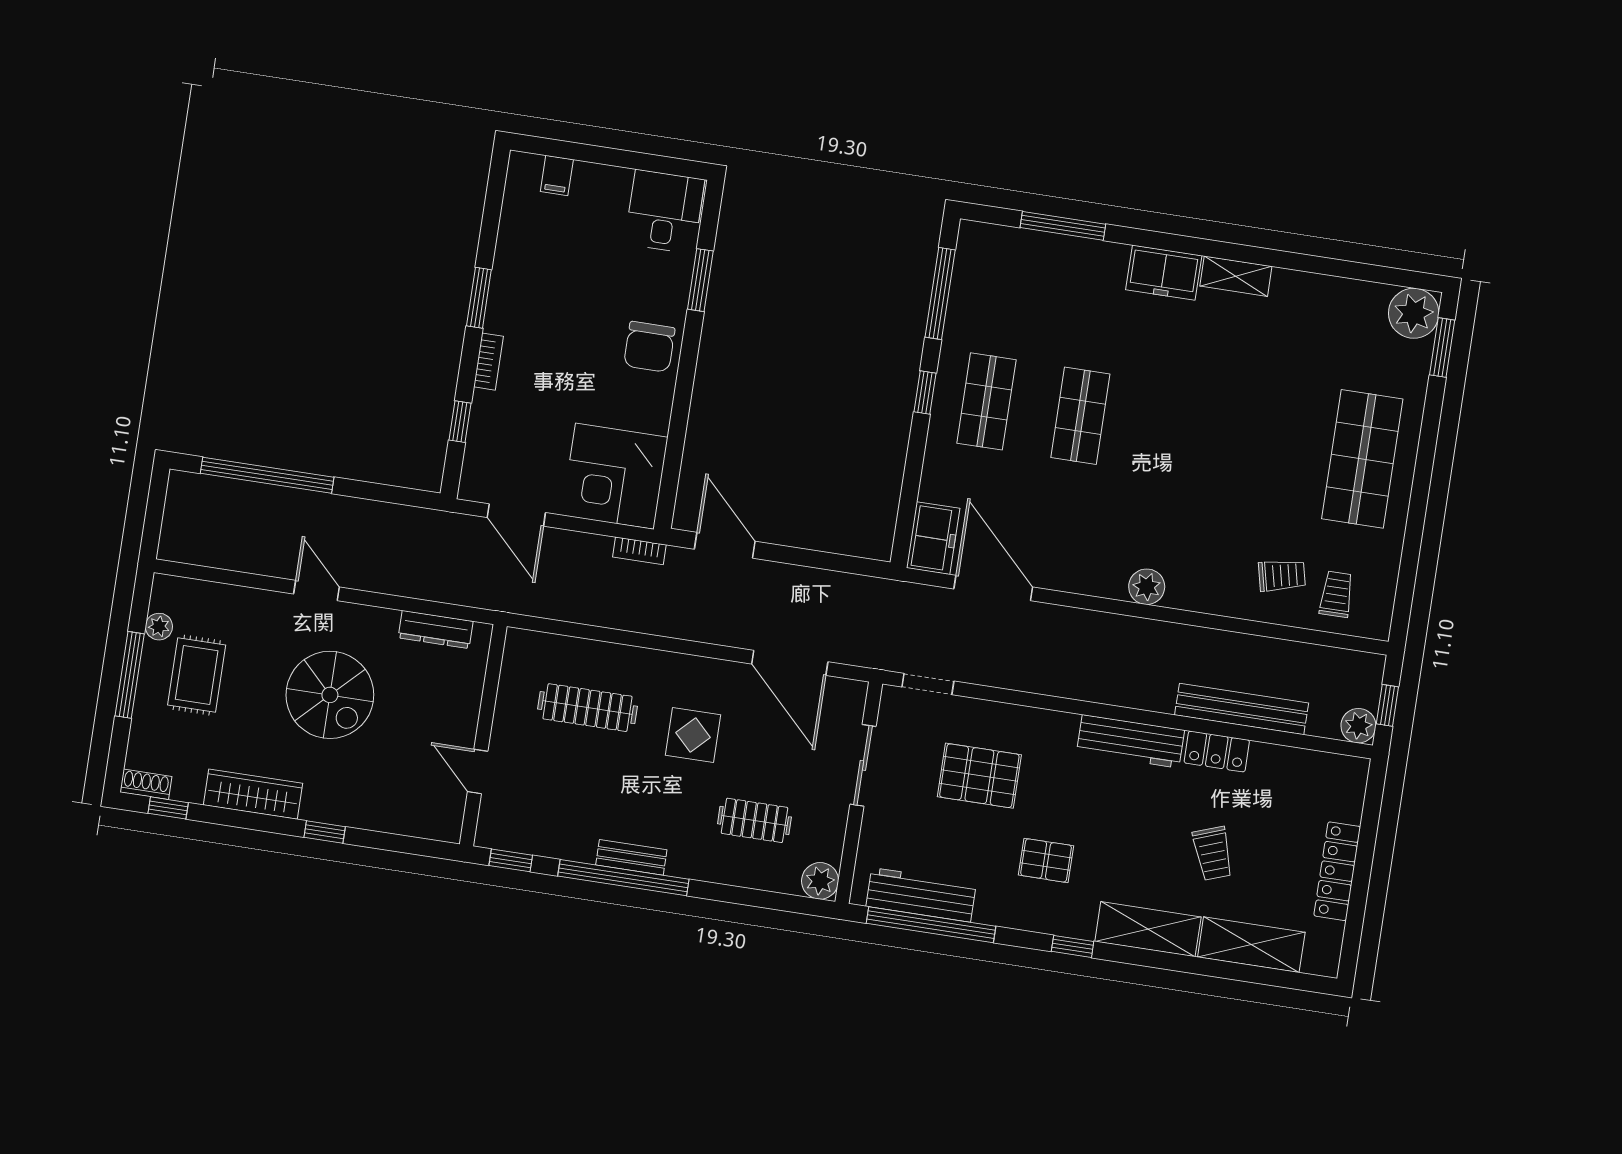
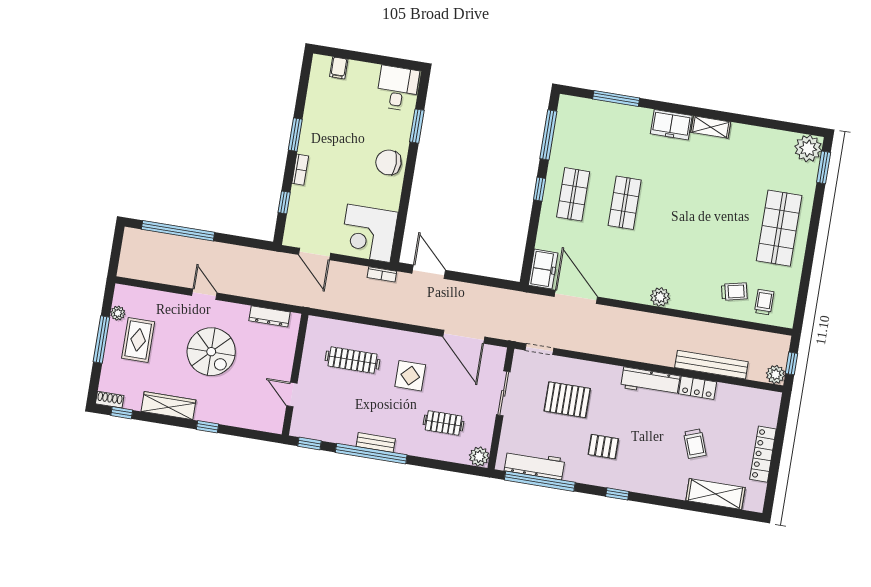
chair: (649, 347) -> (388, 162), turned 90
shelving: (1148, 929) -> (659, 485), removed

